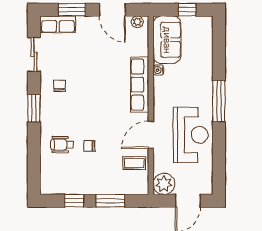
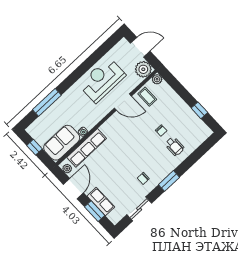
row of seats: (58, 24) -> (101, 201), moved
row of seats: (140, 85) -> (87, 148), moved
window: (219, 101) -> (47, 102), moved
plant: (142, 188) -> (157, 79), added
window: (110, 201) -> (181, 90), removed

